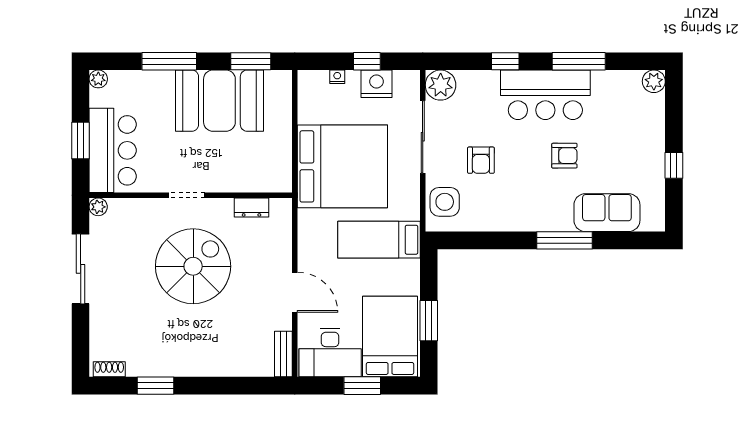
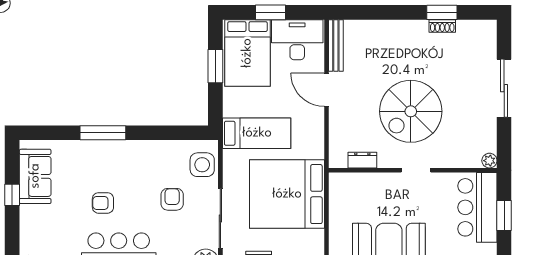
sofa: (607, 213) -> (35, 176), moved, turned -90
sliding door: (81, 269) -> (504, 88), moved
bench: (283, 354) -> (336, 45), width x1.36
shoe rack: (109, 369) -> (442, 26), moved

